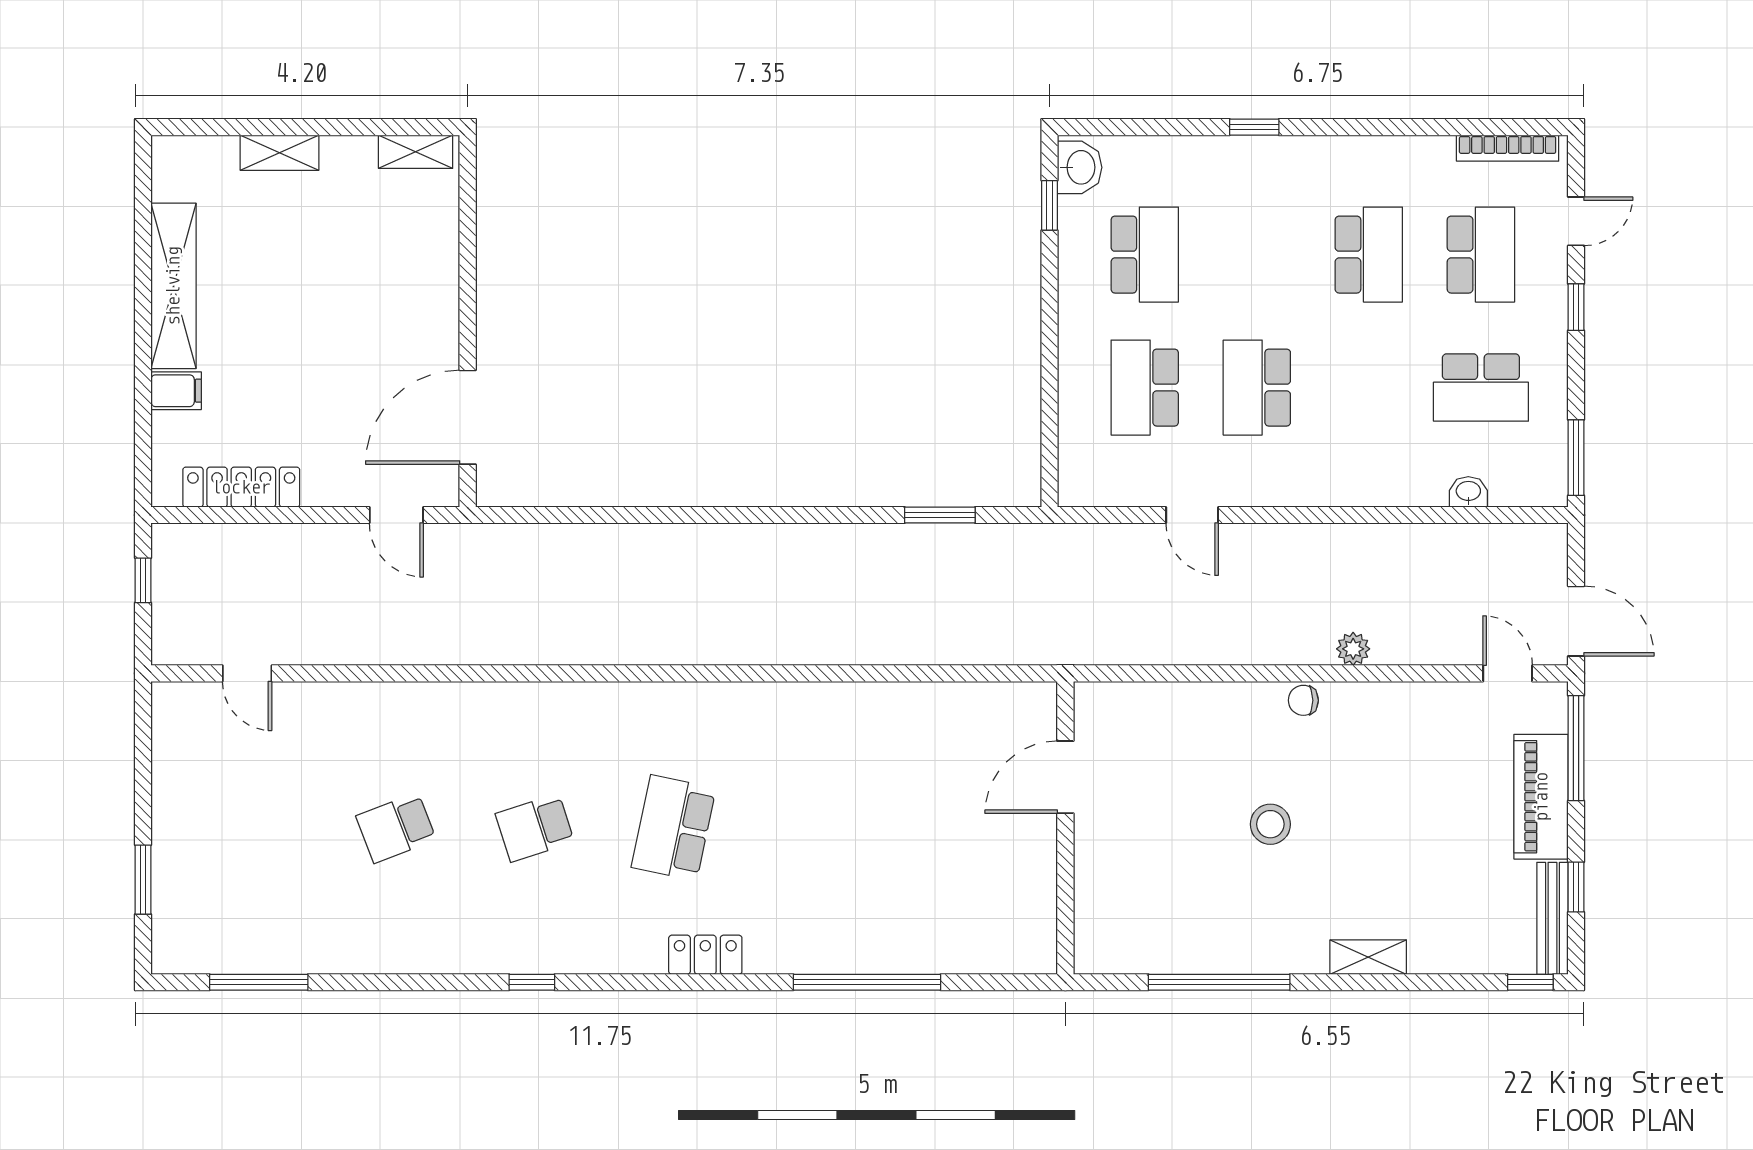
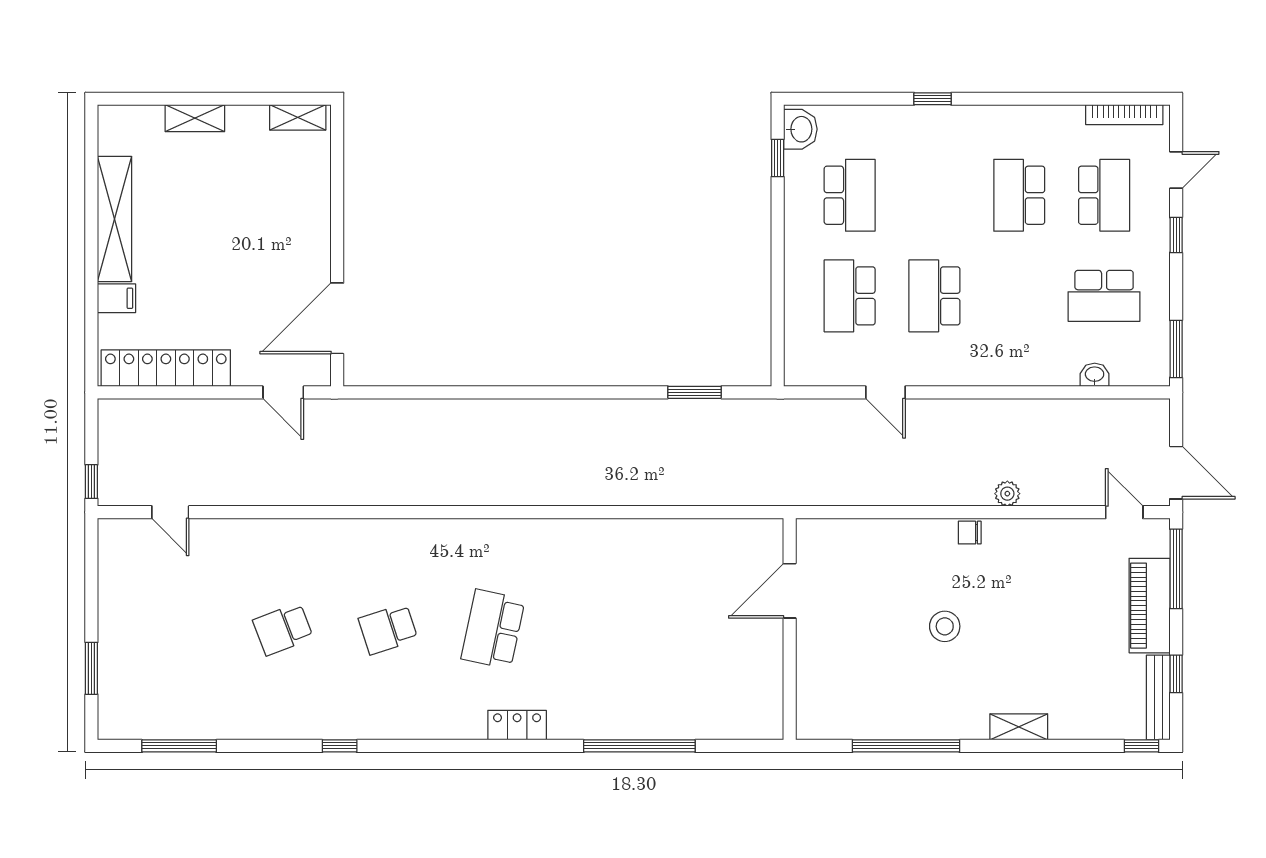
school desk: (1369, 255) -> (1019, 195), turned 180
locker: (241, 487) -> (166, 368), width x1.41, depth x1.21
window: (143, 580) -> (91, 482), moved
window: (532, 982) -> (340, 746), moved

